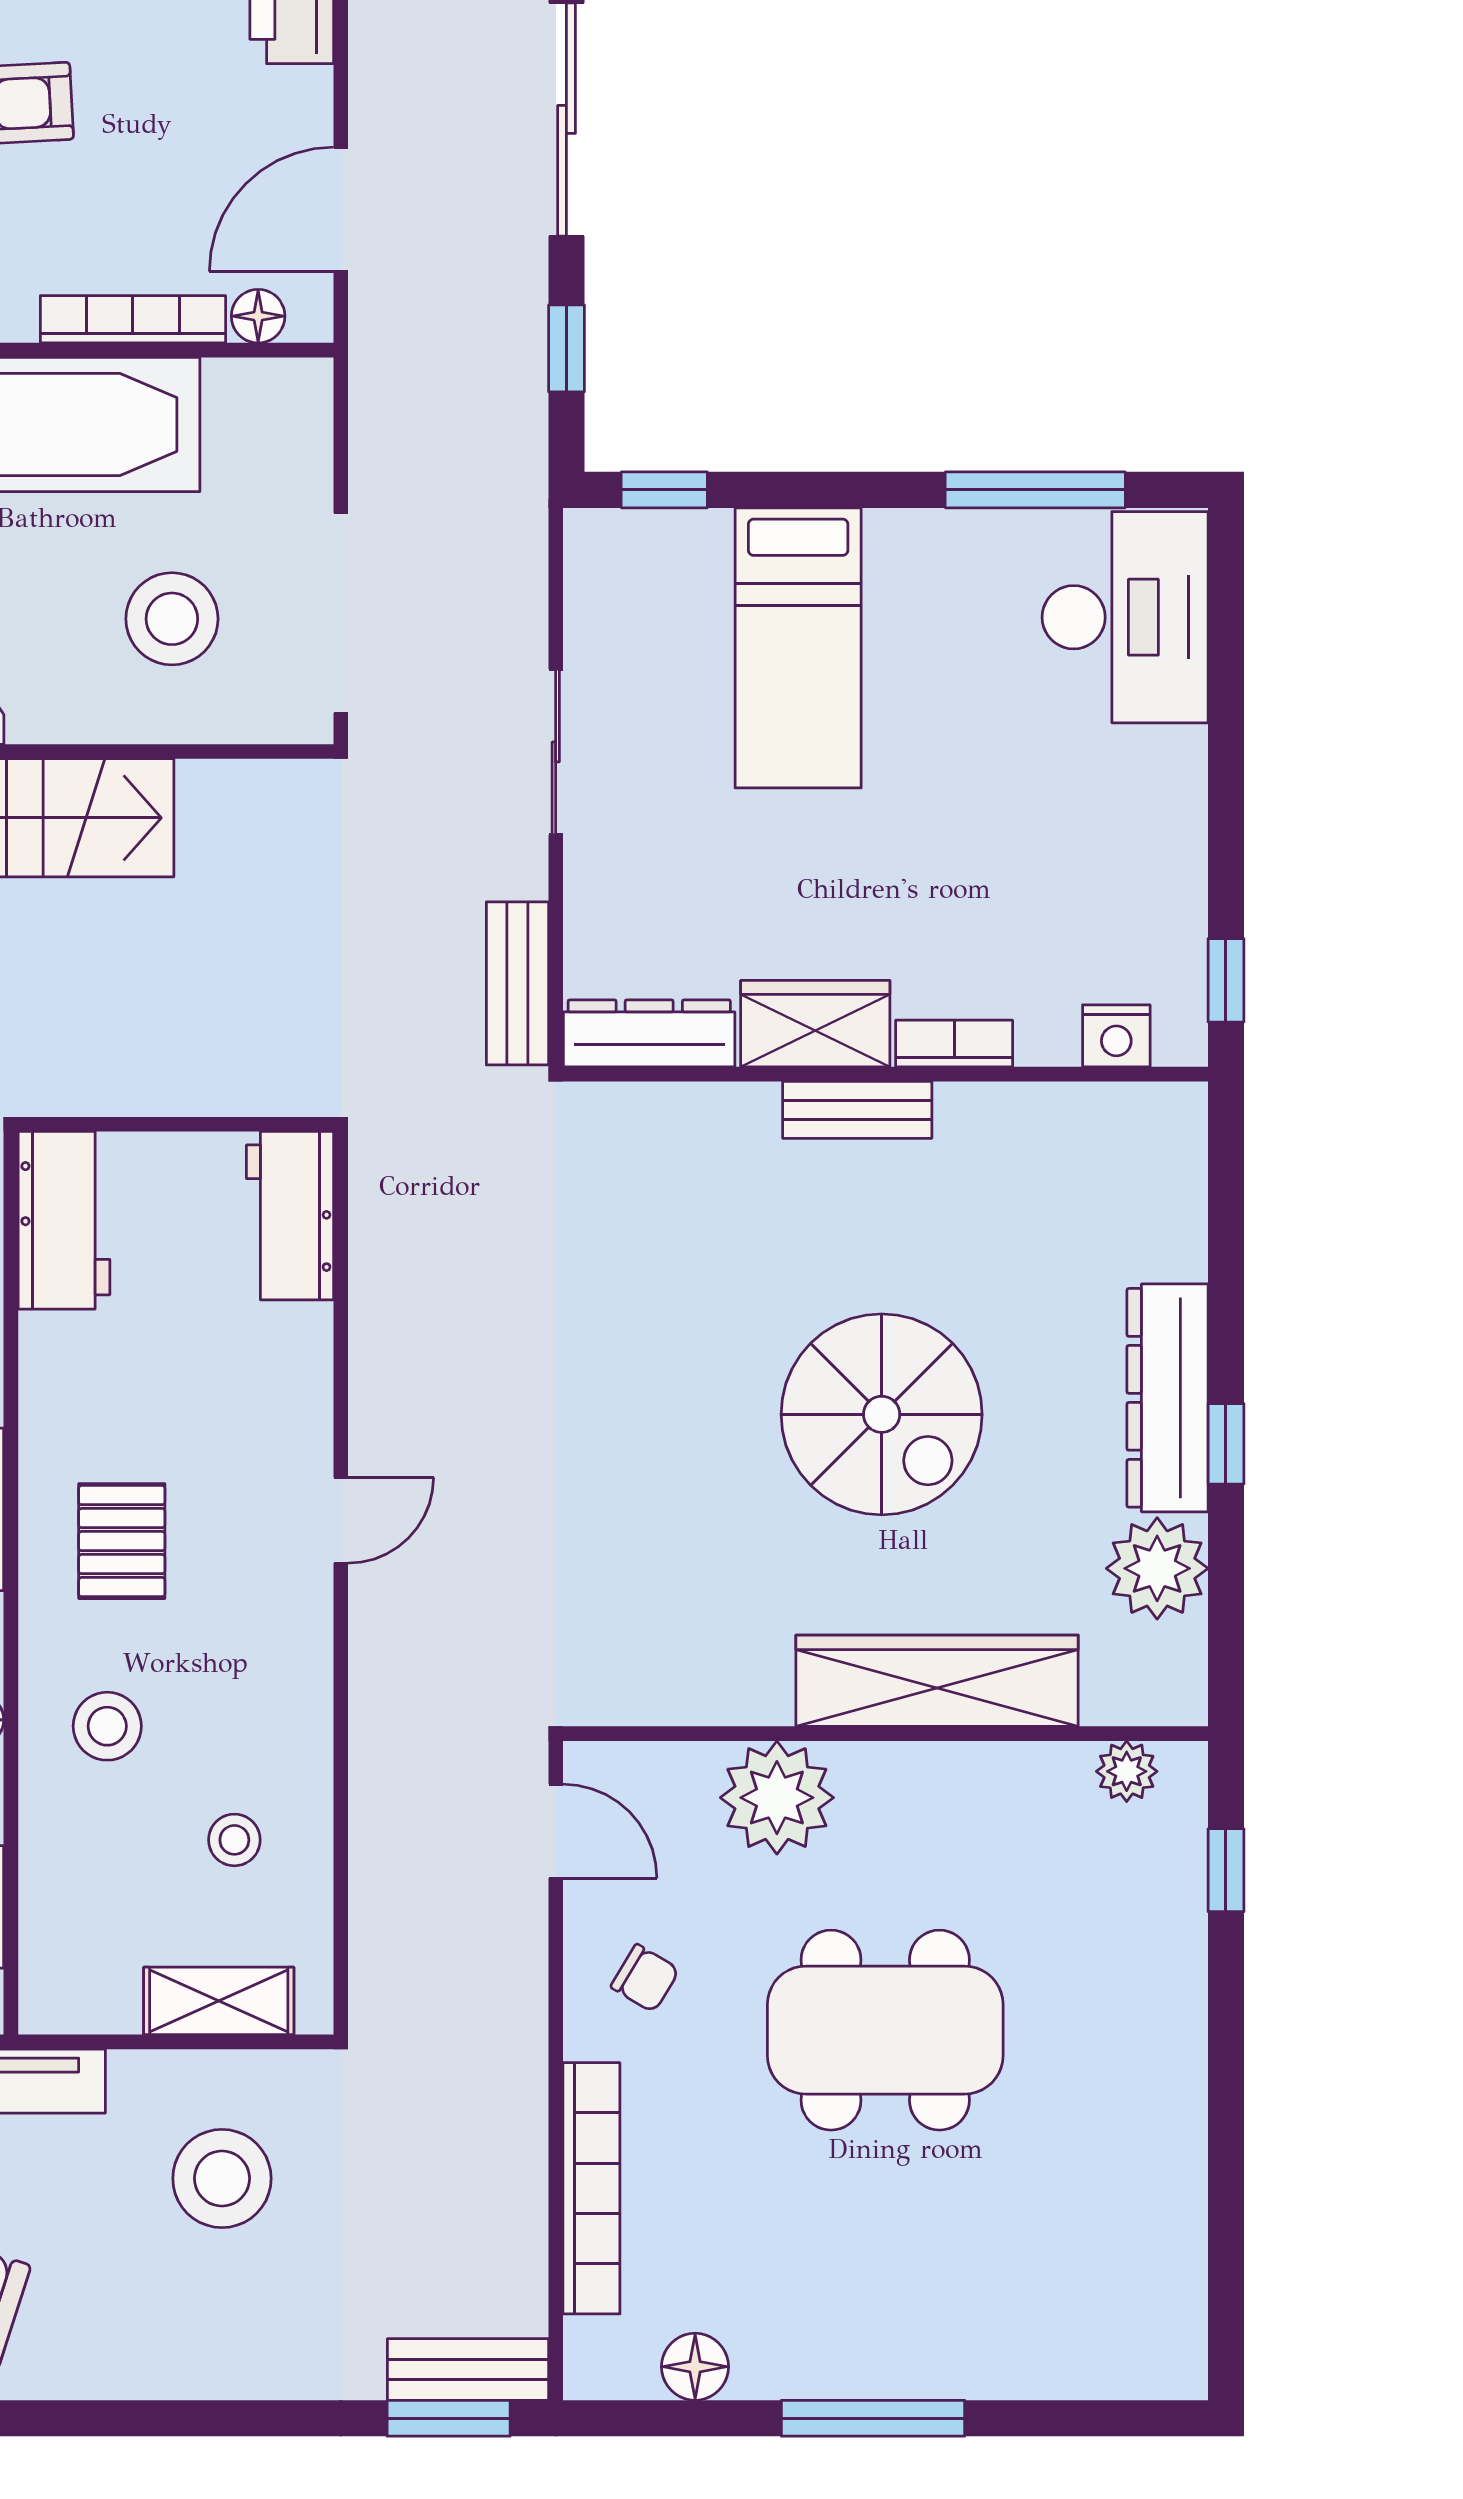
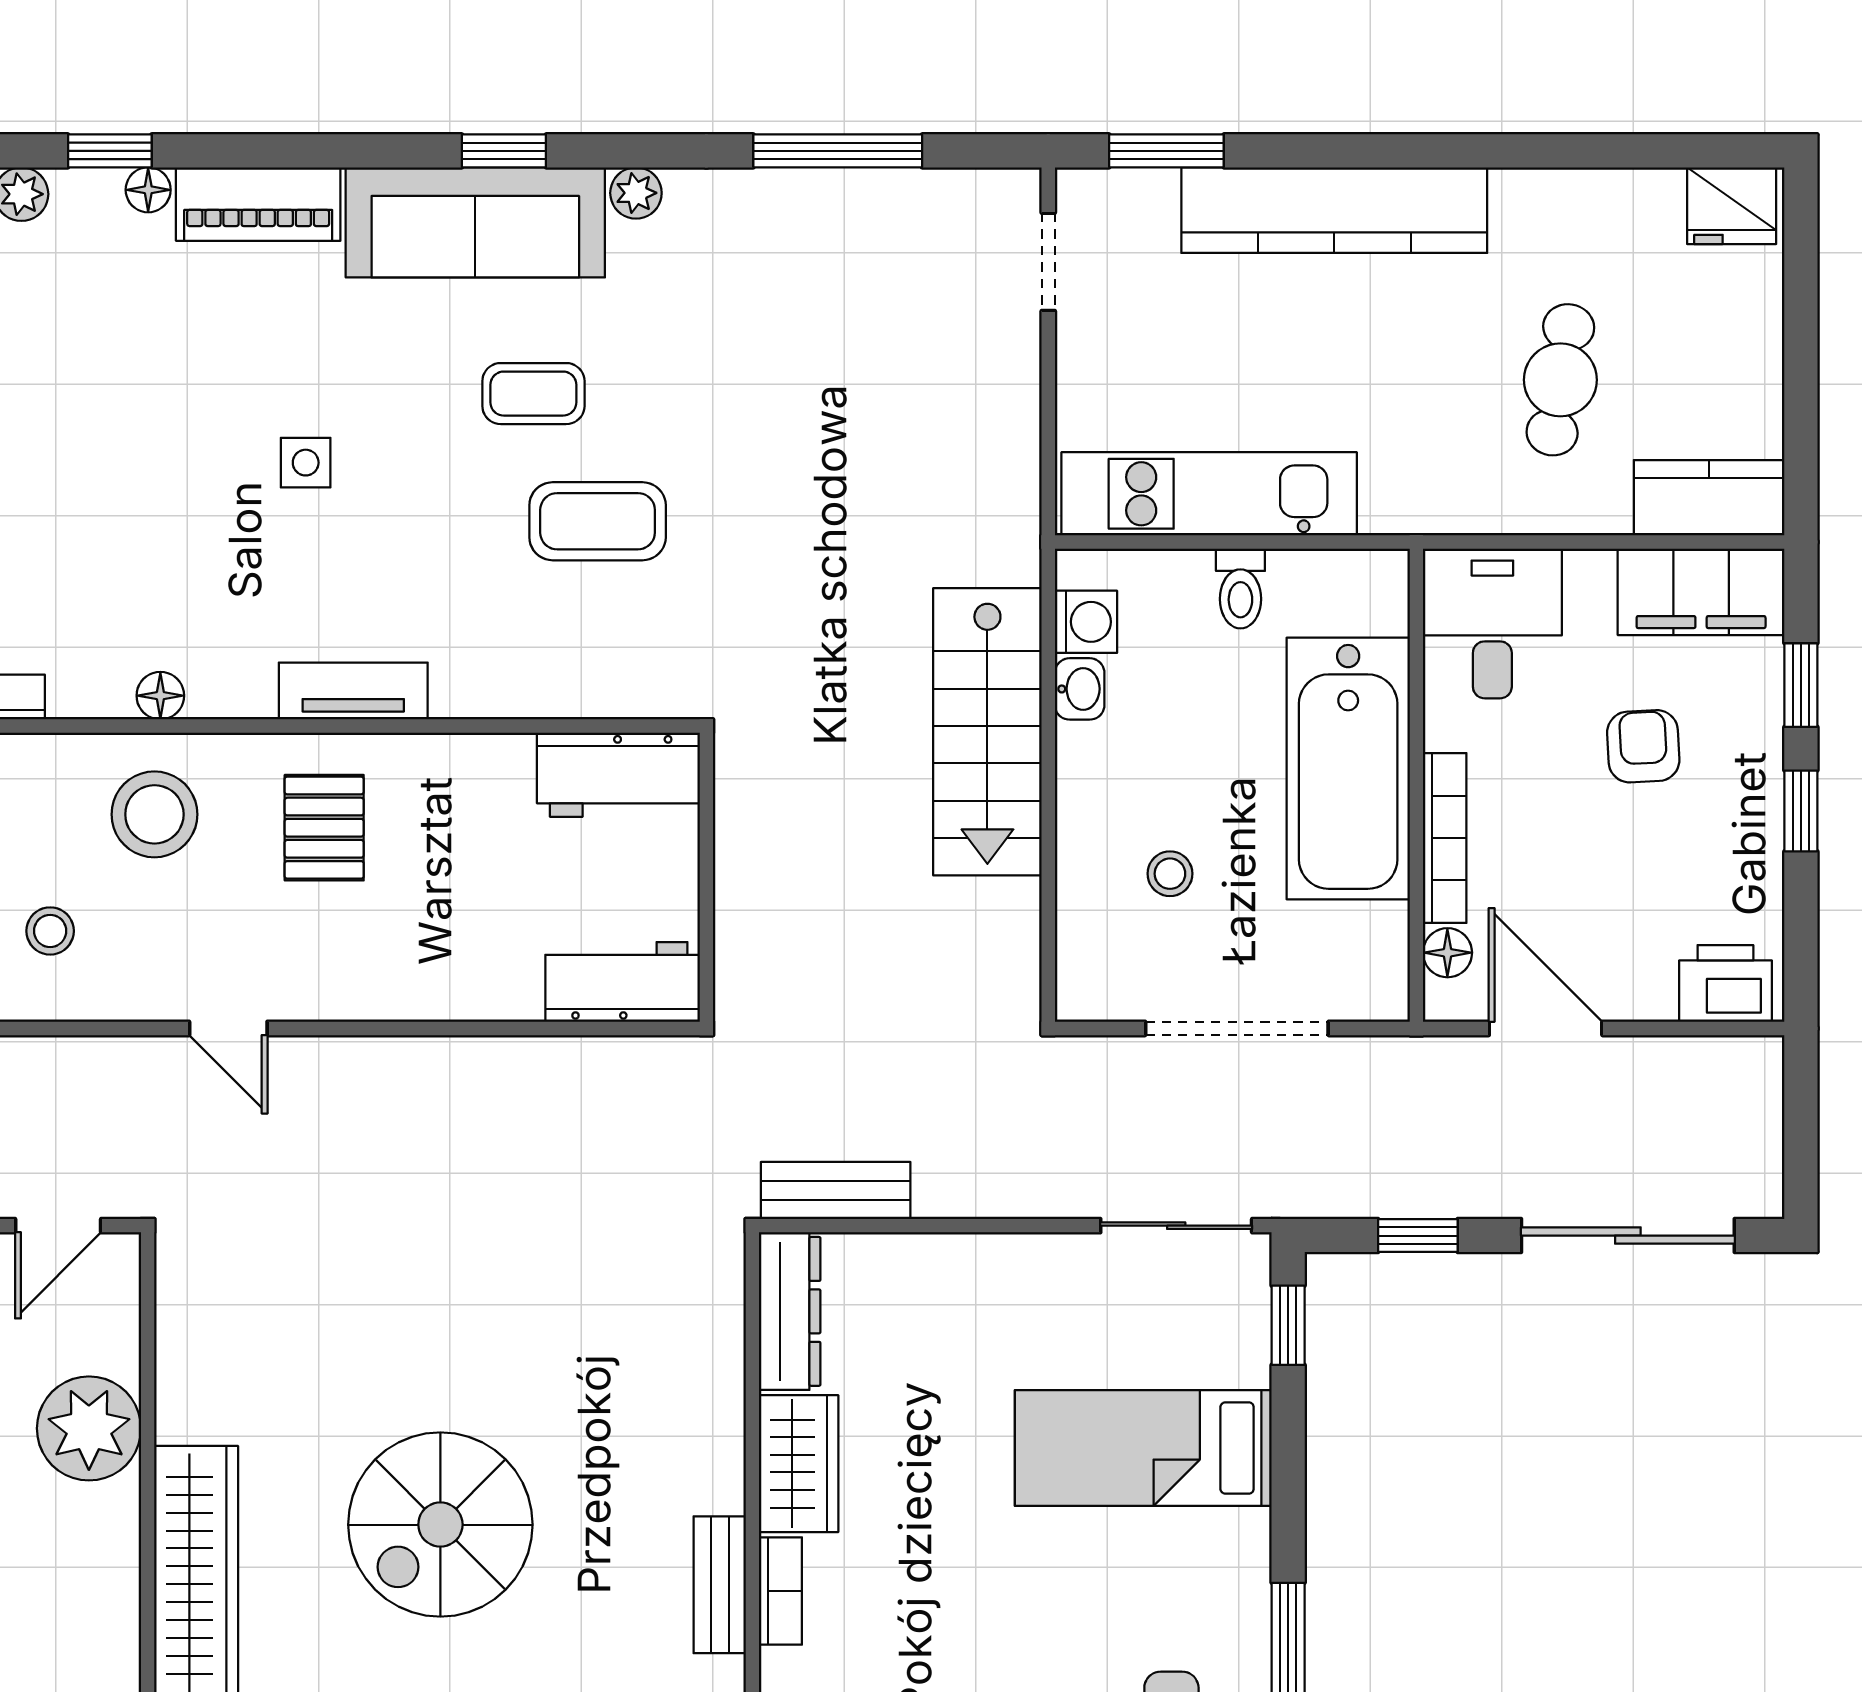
doorway: (341, 613) -> (1237, 1028), moved
stool: (172, 619) -> (1170, 874), width x0.53, depth x0.53
sliding door: (556, 752) -> (1176, 1226), moved
bench: (857, 1110) -> (720, 1585), moved
door: (341, 1520) -> (228, 1028), moved
pallet: (122, 1541) -> (324, 828), turned 90
stool: (107, 1726) -> (154, 814), width x1.38, depth x1.38

